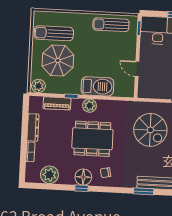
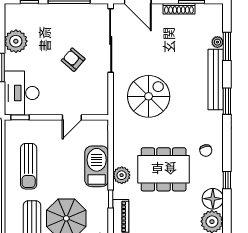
sun lounger: (111, 25) -> (29, 166), moved
dining table: (92, 139) -> (164, 169), turned 90
floor lamp: (83, 177) -> (213, 199), moved

